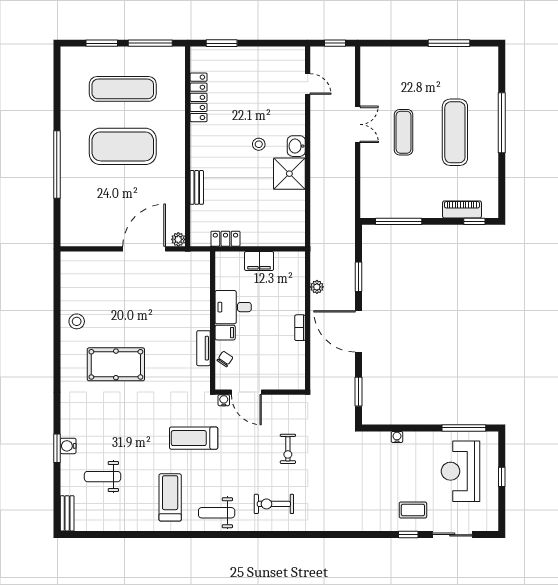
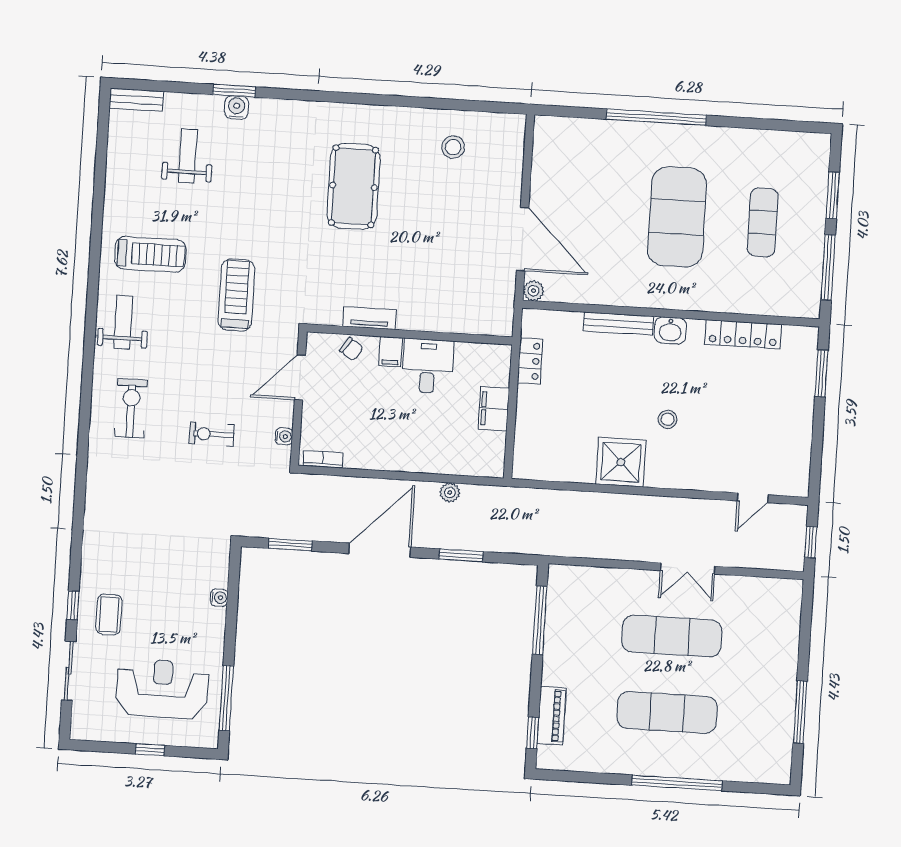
exercise mat: (123, 89) -> (763, 222), width x0.73, depth x0.69
exercise mat: (404, 132) -> (672, 636), width x1.36, depth x1.45
washbasin: (296, 146) -> (670, 330), moved, turned 180
bench: (197, 187) -> (618, 324), width x1.36
stool: (77, 321) -> (453, 147), moved
bookcase: (300, 328) -> (323, 459), moved
water cooler: (224, 400) -> (284, 436), moved

